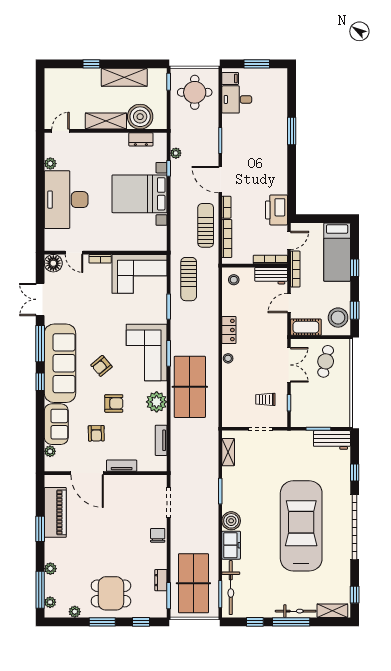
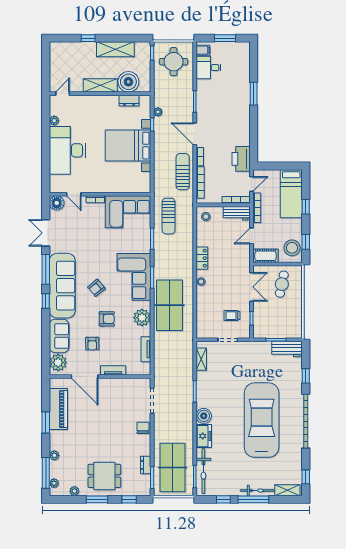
plant: (50, 451) -> (58, 362), width x1.87, depth x1.87

